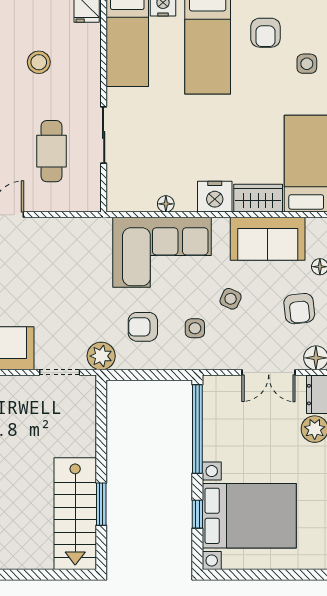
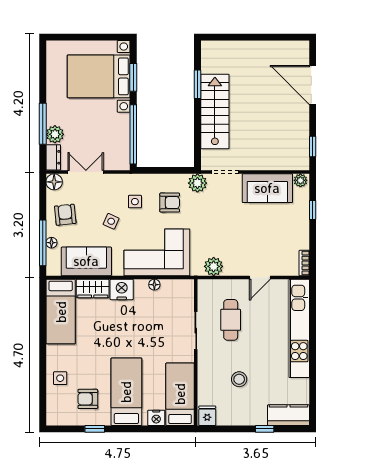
armchair: (265, 33) -> (88, 399), turned -90
plant: (77, 231) -> (214, 266), added
stairs: (75, 514) -> (215, 111), moved
window: (197, 514) -> (133, 77), width x1.50

